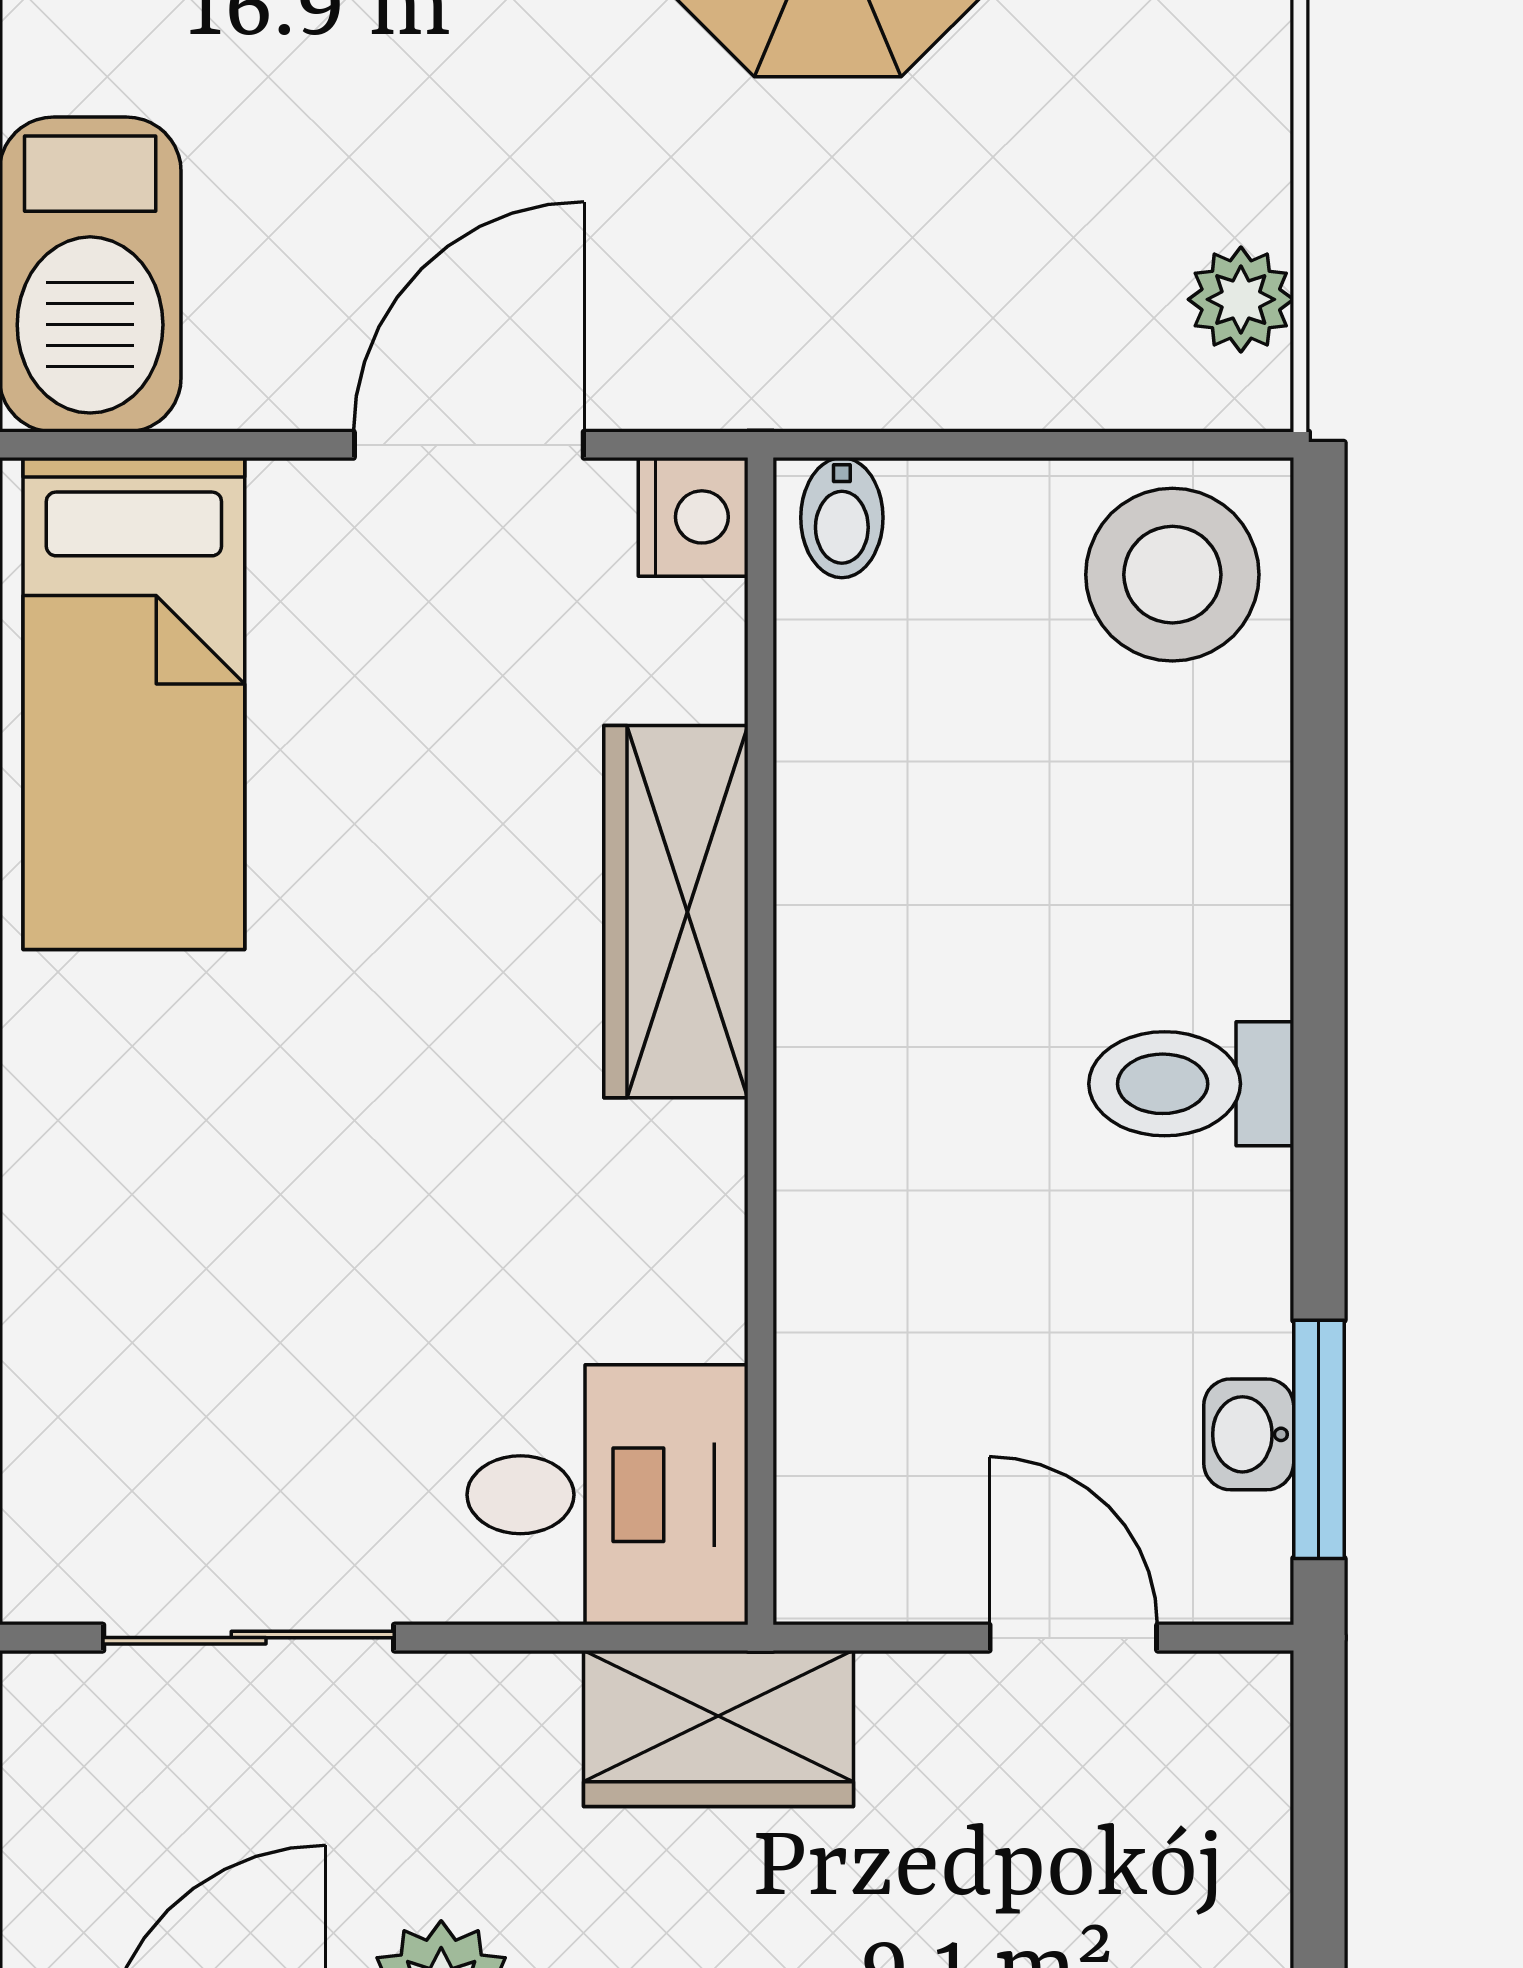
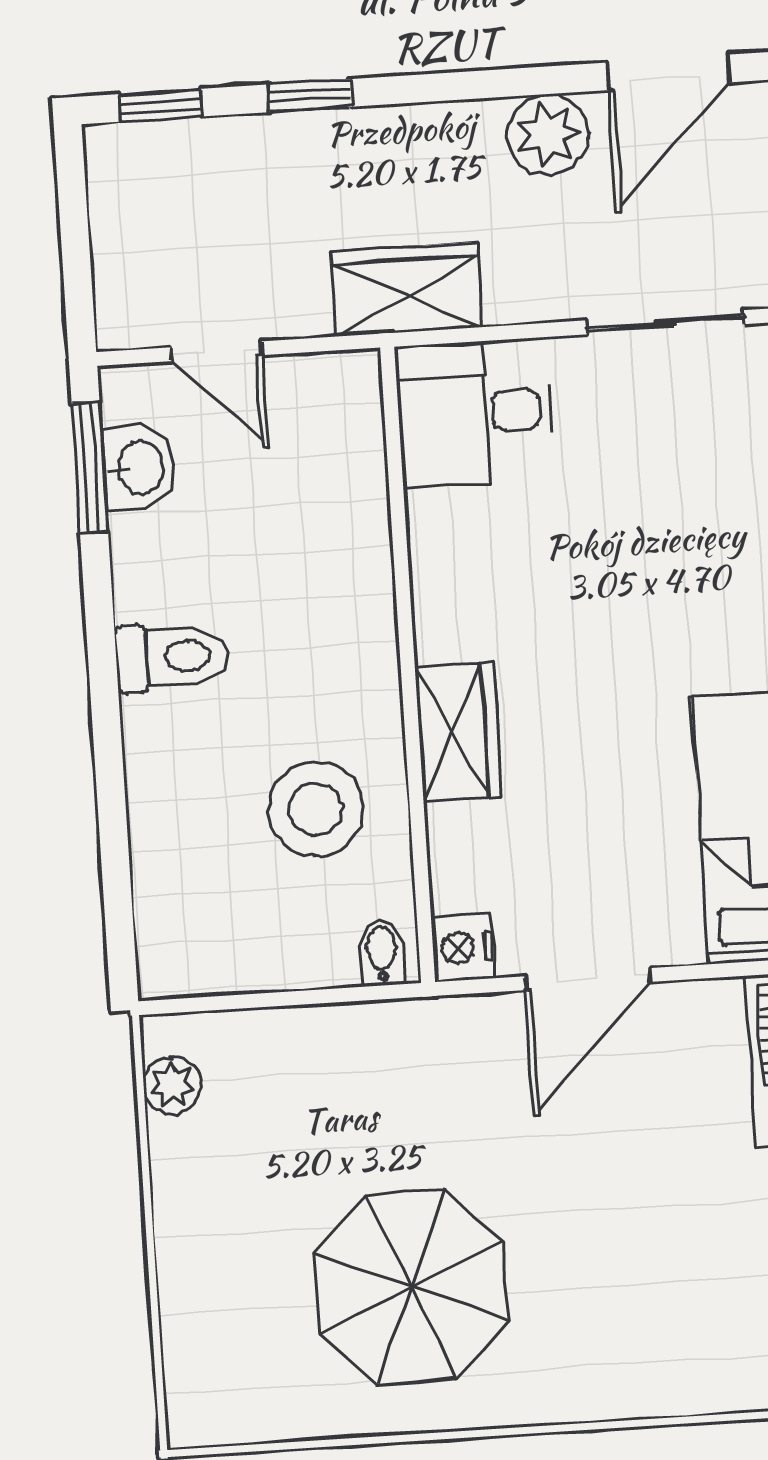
stool: (1172, 575) -> (316, 809), moved
wardrobe: (676, 912) -> (458, 732), width x0.67
washbasin: (1249, 1434) -> (139, 467), width x1.38, depth x1.45

